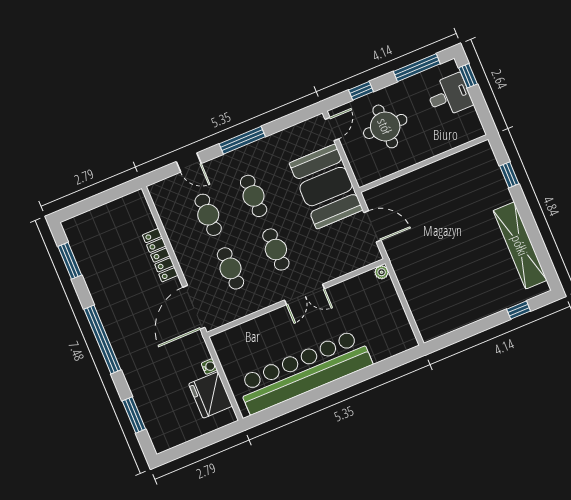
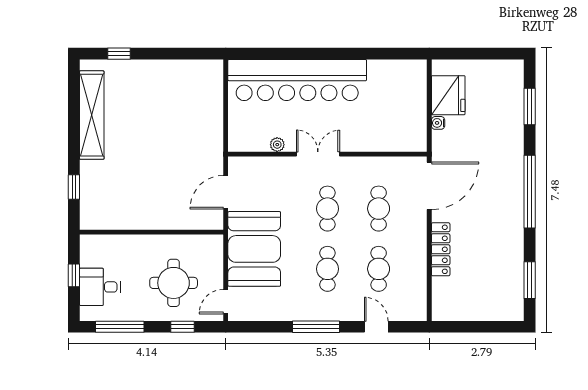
window: (468, 76) -> (74, 275), moved
door: (372, 226) -> (226, 192), hinge flipped
plant: (382, 272) -> (277, 145), moved
bar counter: (304, 372) -> (297, 80), moved

